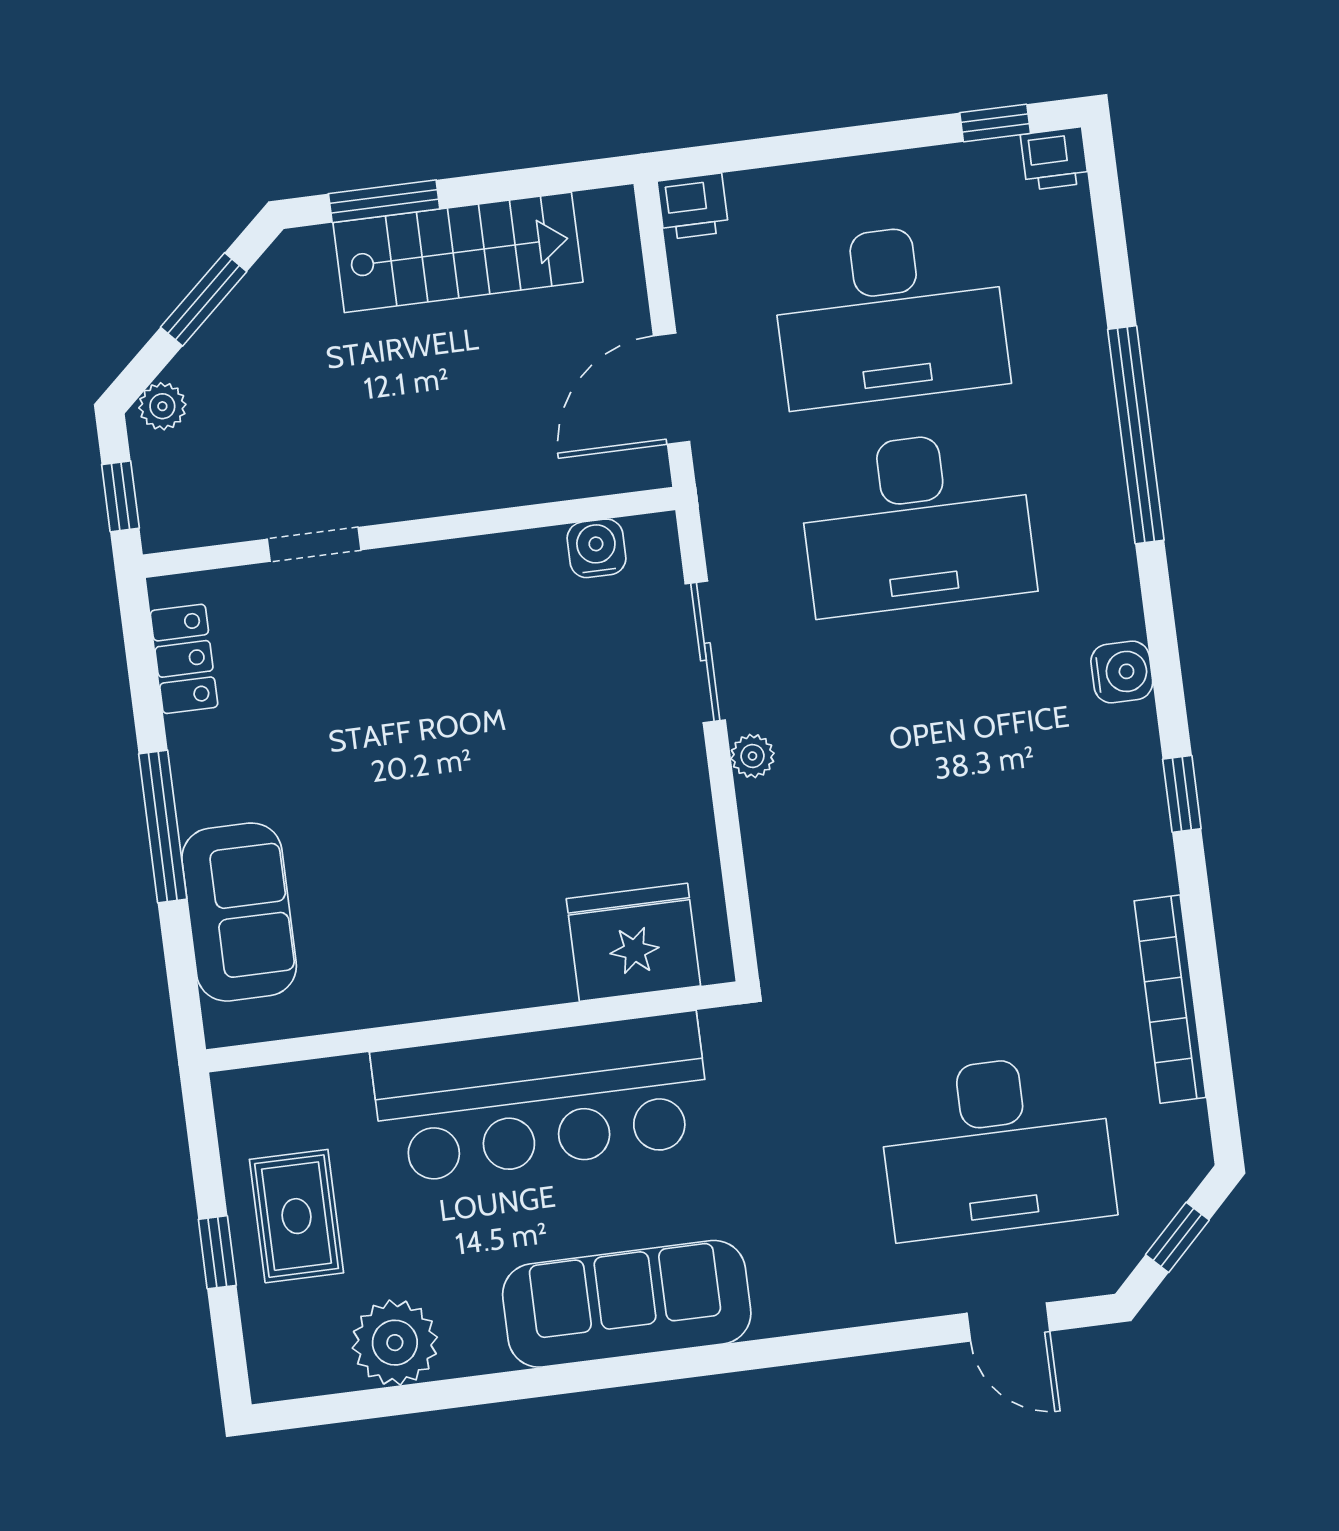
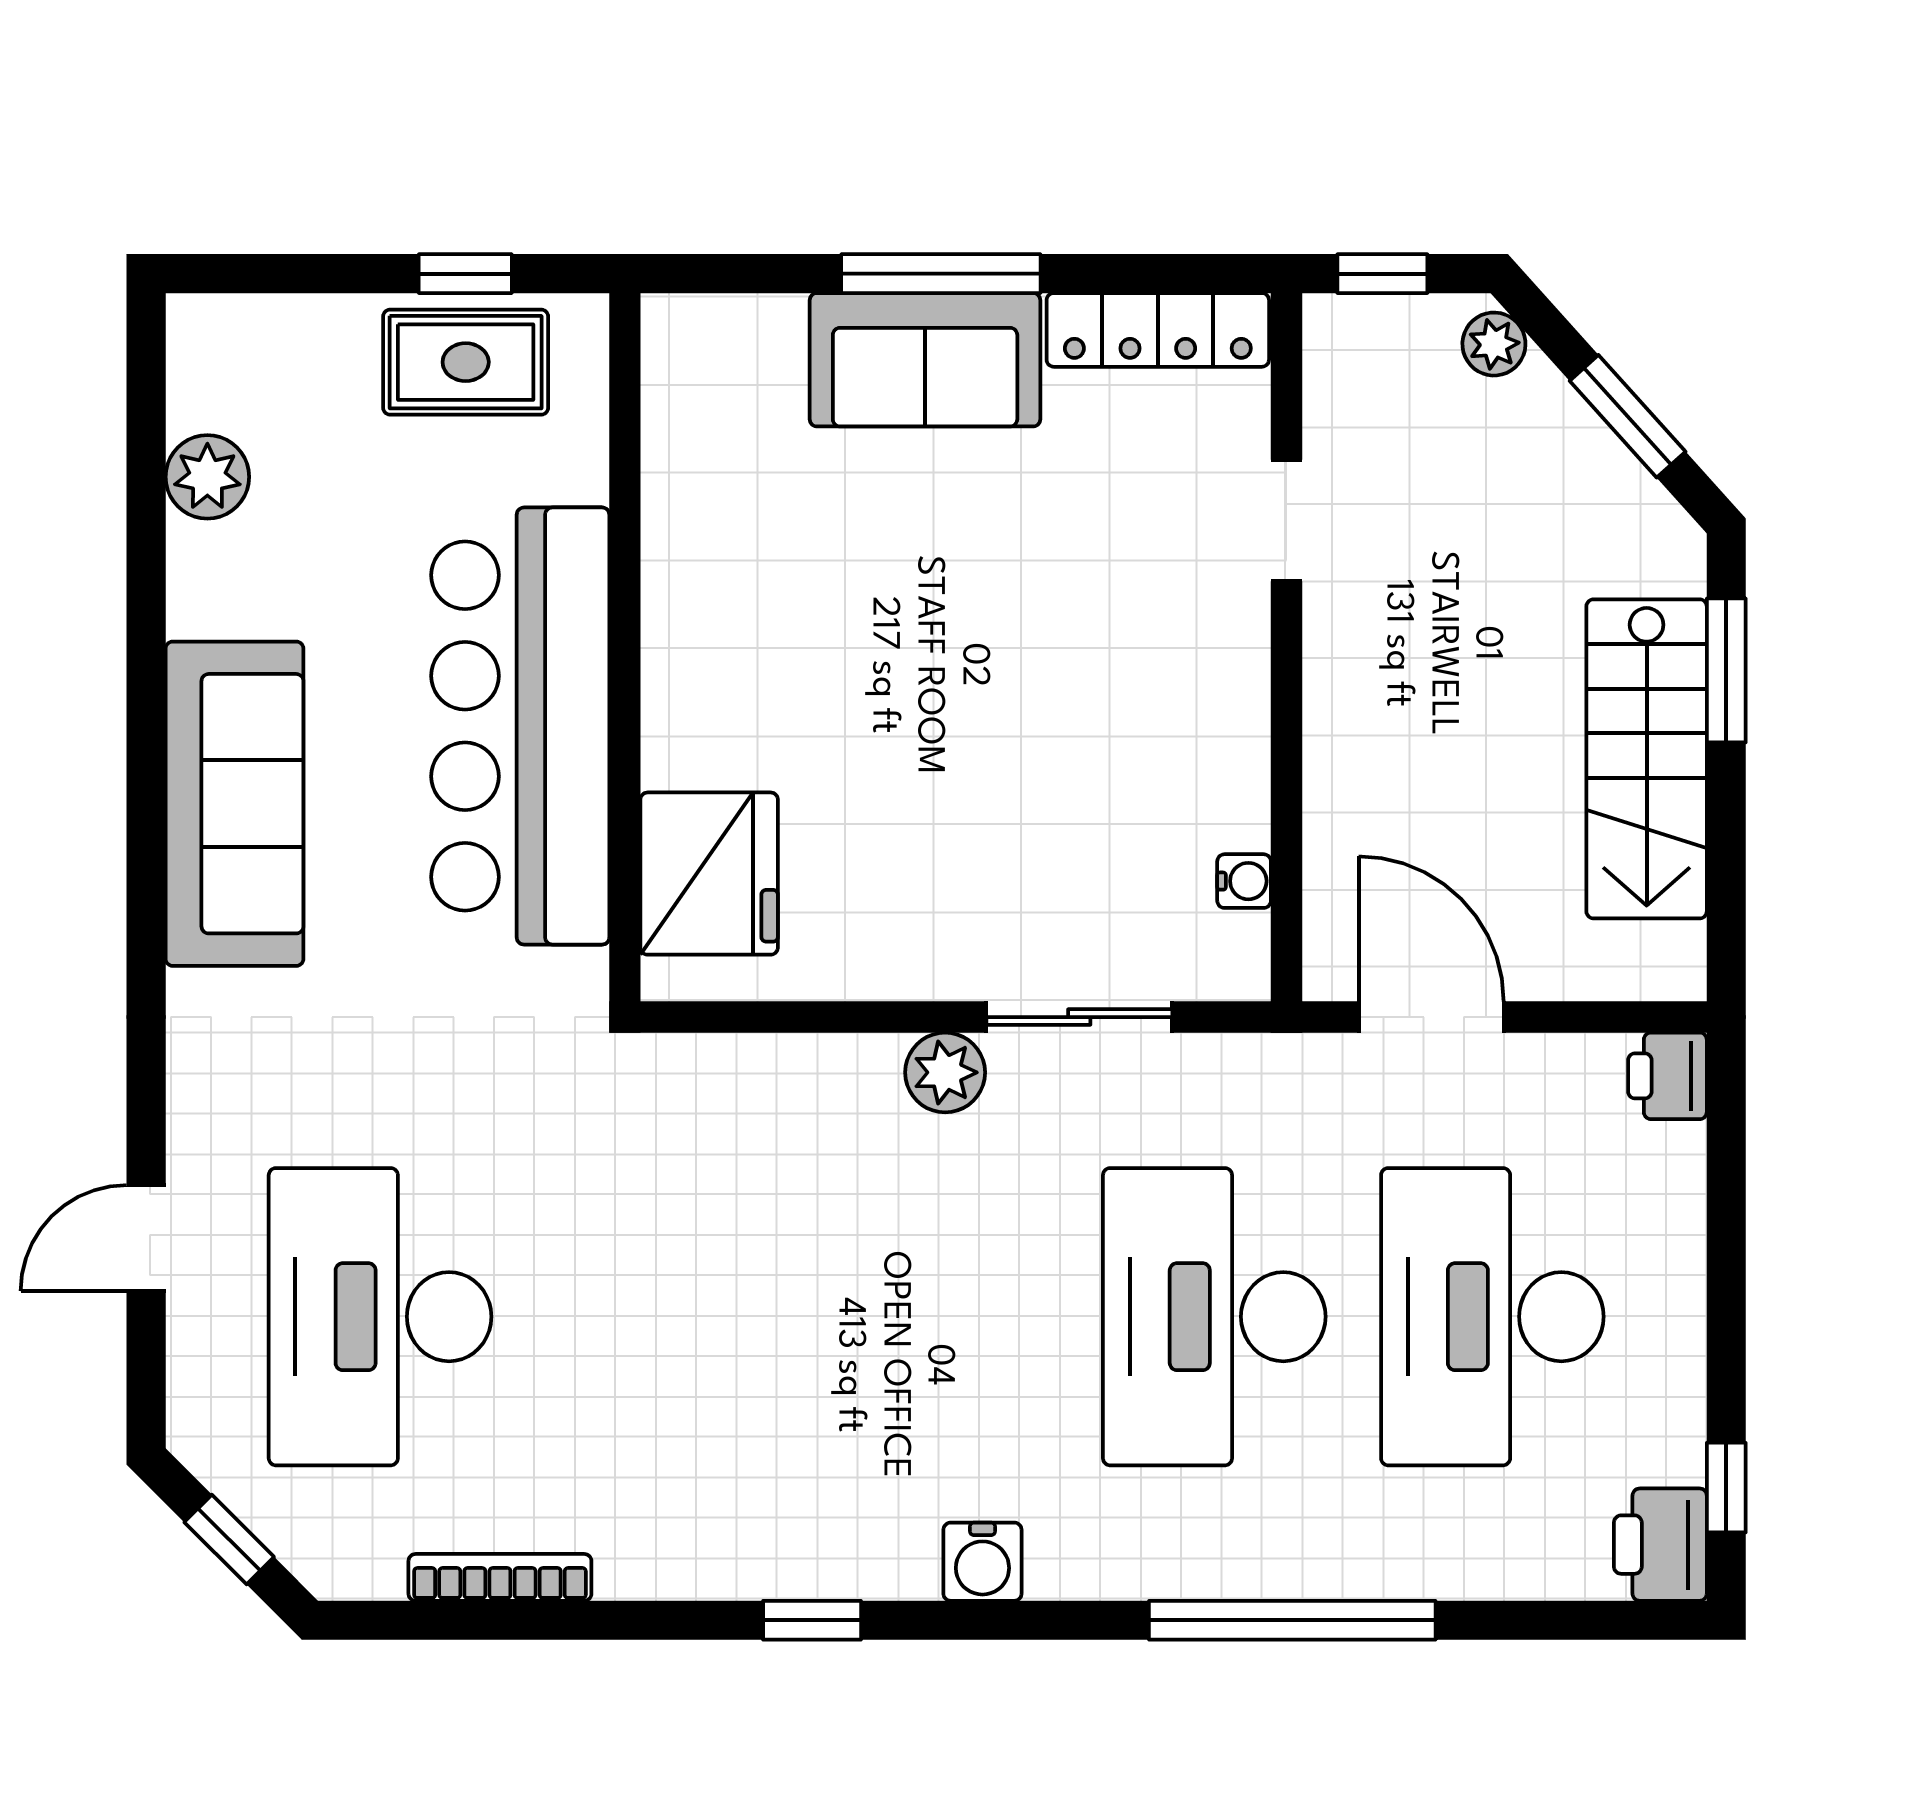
printer: (1054, 159) -> (1660, 1545), width x1.36, depth x1.24
water cooler: (596, 548) -> (1244, 881), width x0.72, depth x0.72
locker: (184, 659) -> (1158, 330), width x1.53
plant: (753, 756) -> (945, 1072), width x1.38, depth x1.38
sofa: (239, 912) -> (925, 360), moved
bookcase: (1170, 999) -> (500, 1577), width x0.68, depth x0.76
rug: (297, 1216) -> (466, 362), moved
window: (217, 1252) -> (465, 274), moved
door: (1008, 1322) -> (146, 1238), moved
plant: (395, 1343) -> (207, 477), width x0.73, depth x0.73

